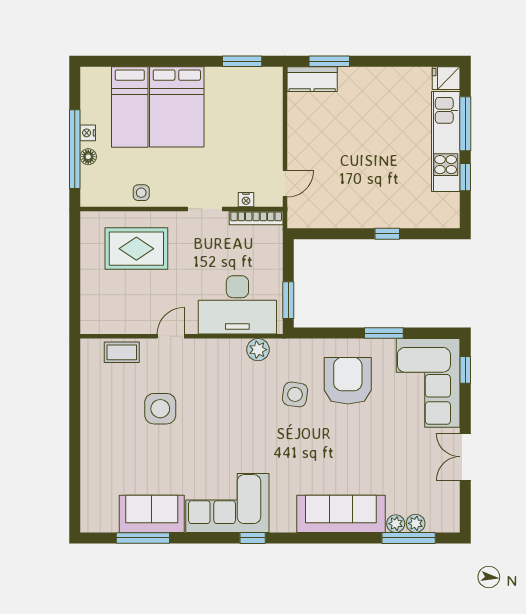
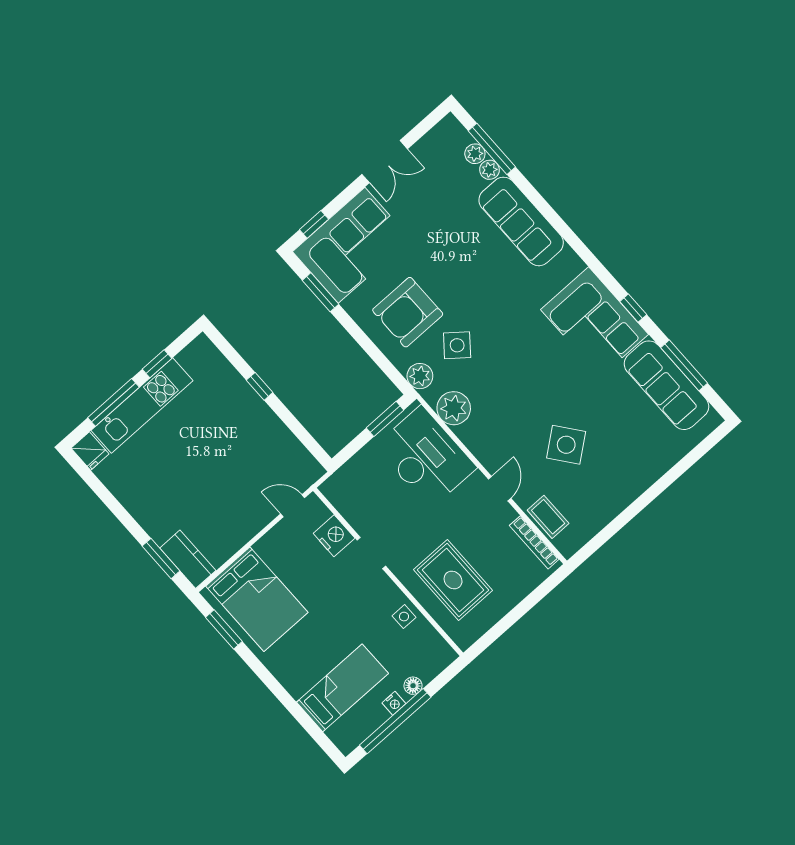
bed: (177, 107) -> (257, 599), moved, turned 90
window: (75, 149) -> (395, 721), moved
nightstand: (246, 200) -> (334, 536), width x1.89, depth x1.79
bookcase: (256, 218) -> (534, 542), moved, turned 180
window: (384, 333) -> (321, 292), moved
door: (171, 336) -> (500, 489), swing flipped
plant: (258, 350) -> (454, 408), width x1.36, depth x1.36
plant: (297, 350) -> (420, 376), added
side table: (295, 394) -> (457, 345), turned 31
side table: (160, 409) -> (566, 445), turned -38
sofa: (152, 514) -> (667, 385), width x1.36
window: (253, 538) -> (633, 308), moved

